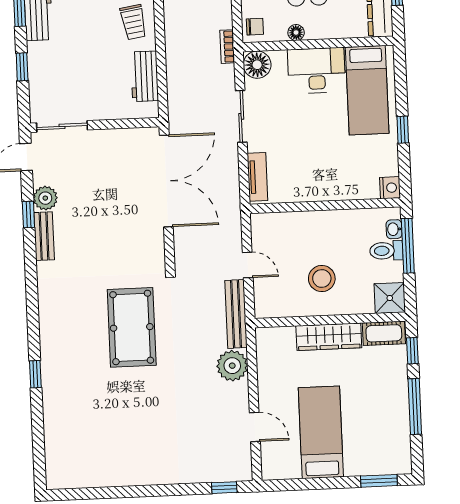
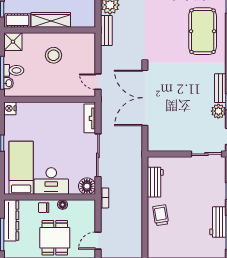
chair: (255, 27) -> (44, 208), moved
sliding door: (241, 116) -> (98, 155), width x1.37
double door: (166, 181) -> (145, 98), moved
door: (248, 265) -> (98, 82), moved
bench: (236, 314) -> (106, 31), width x0.73
pool table: (132, 327) -> (203, 31), moved

